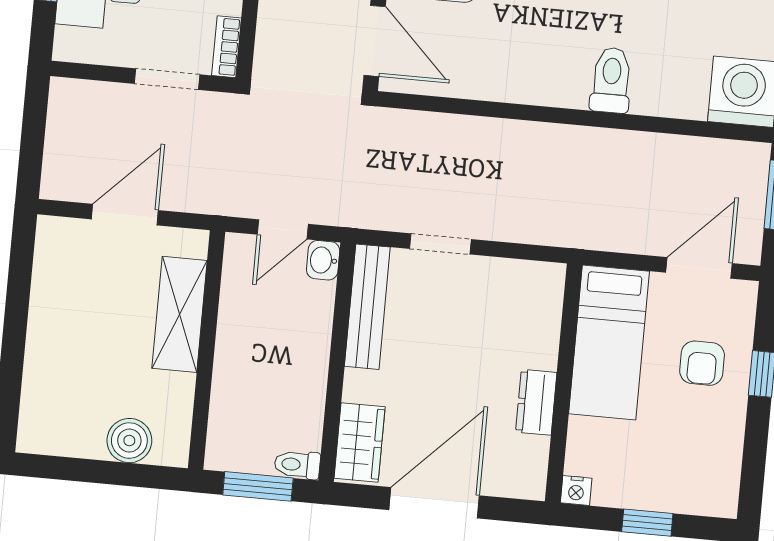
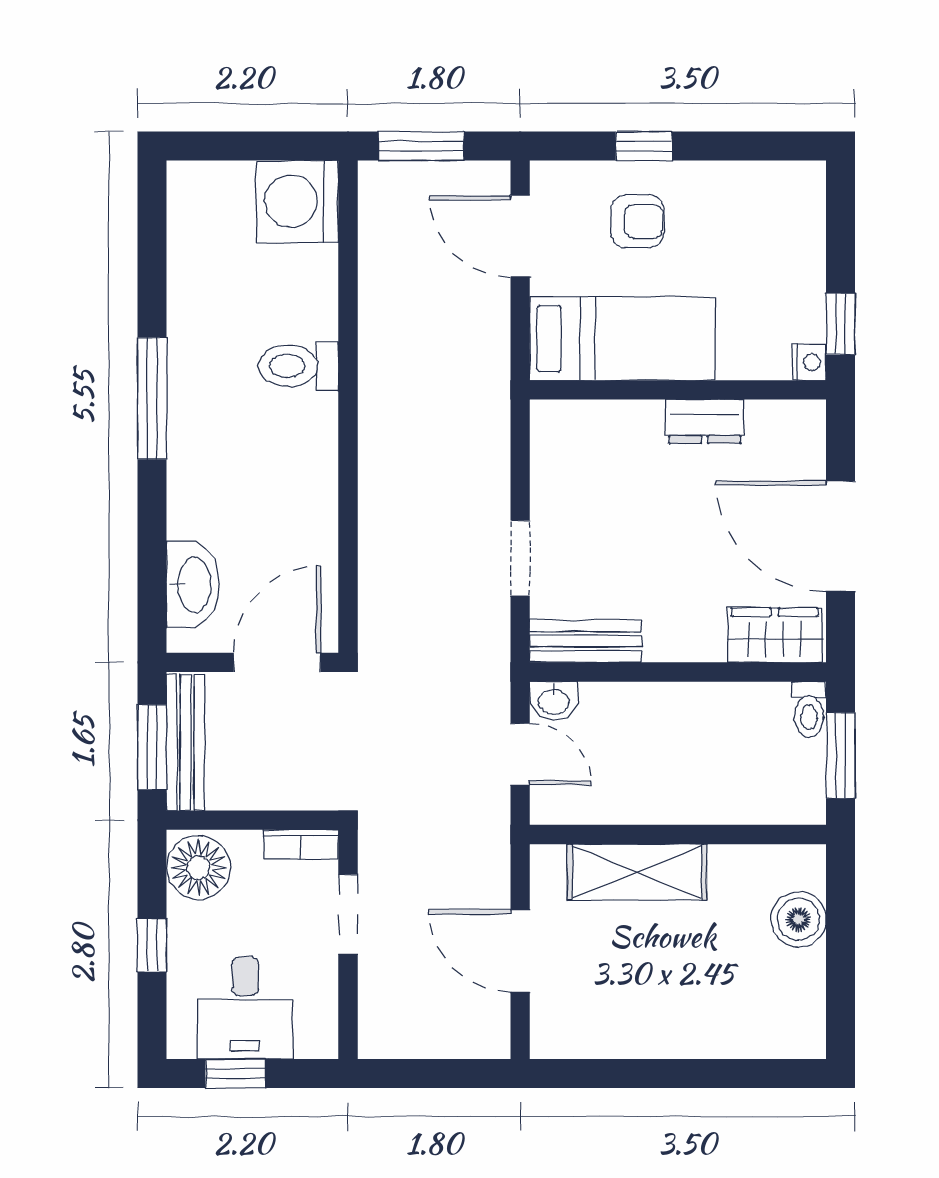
bench: (367, 307) -> (586, 641), width x0.73
window: (647, 523) -> (840, 324), moved

